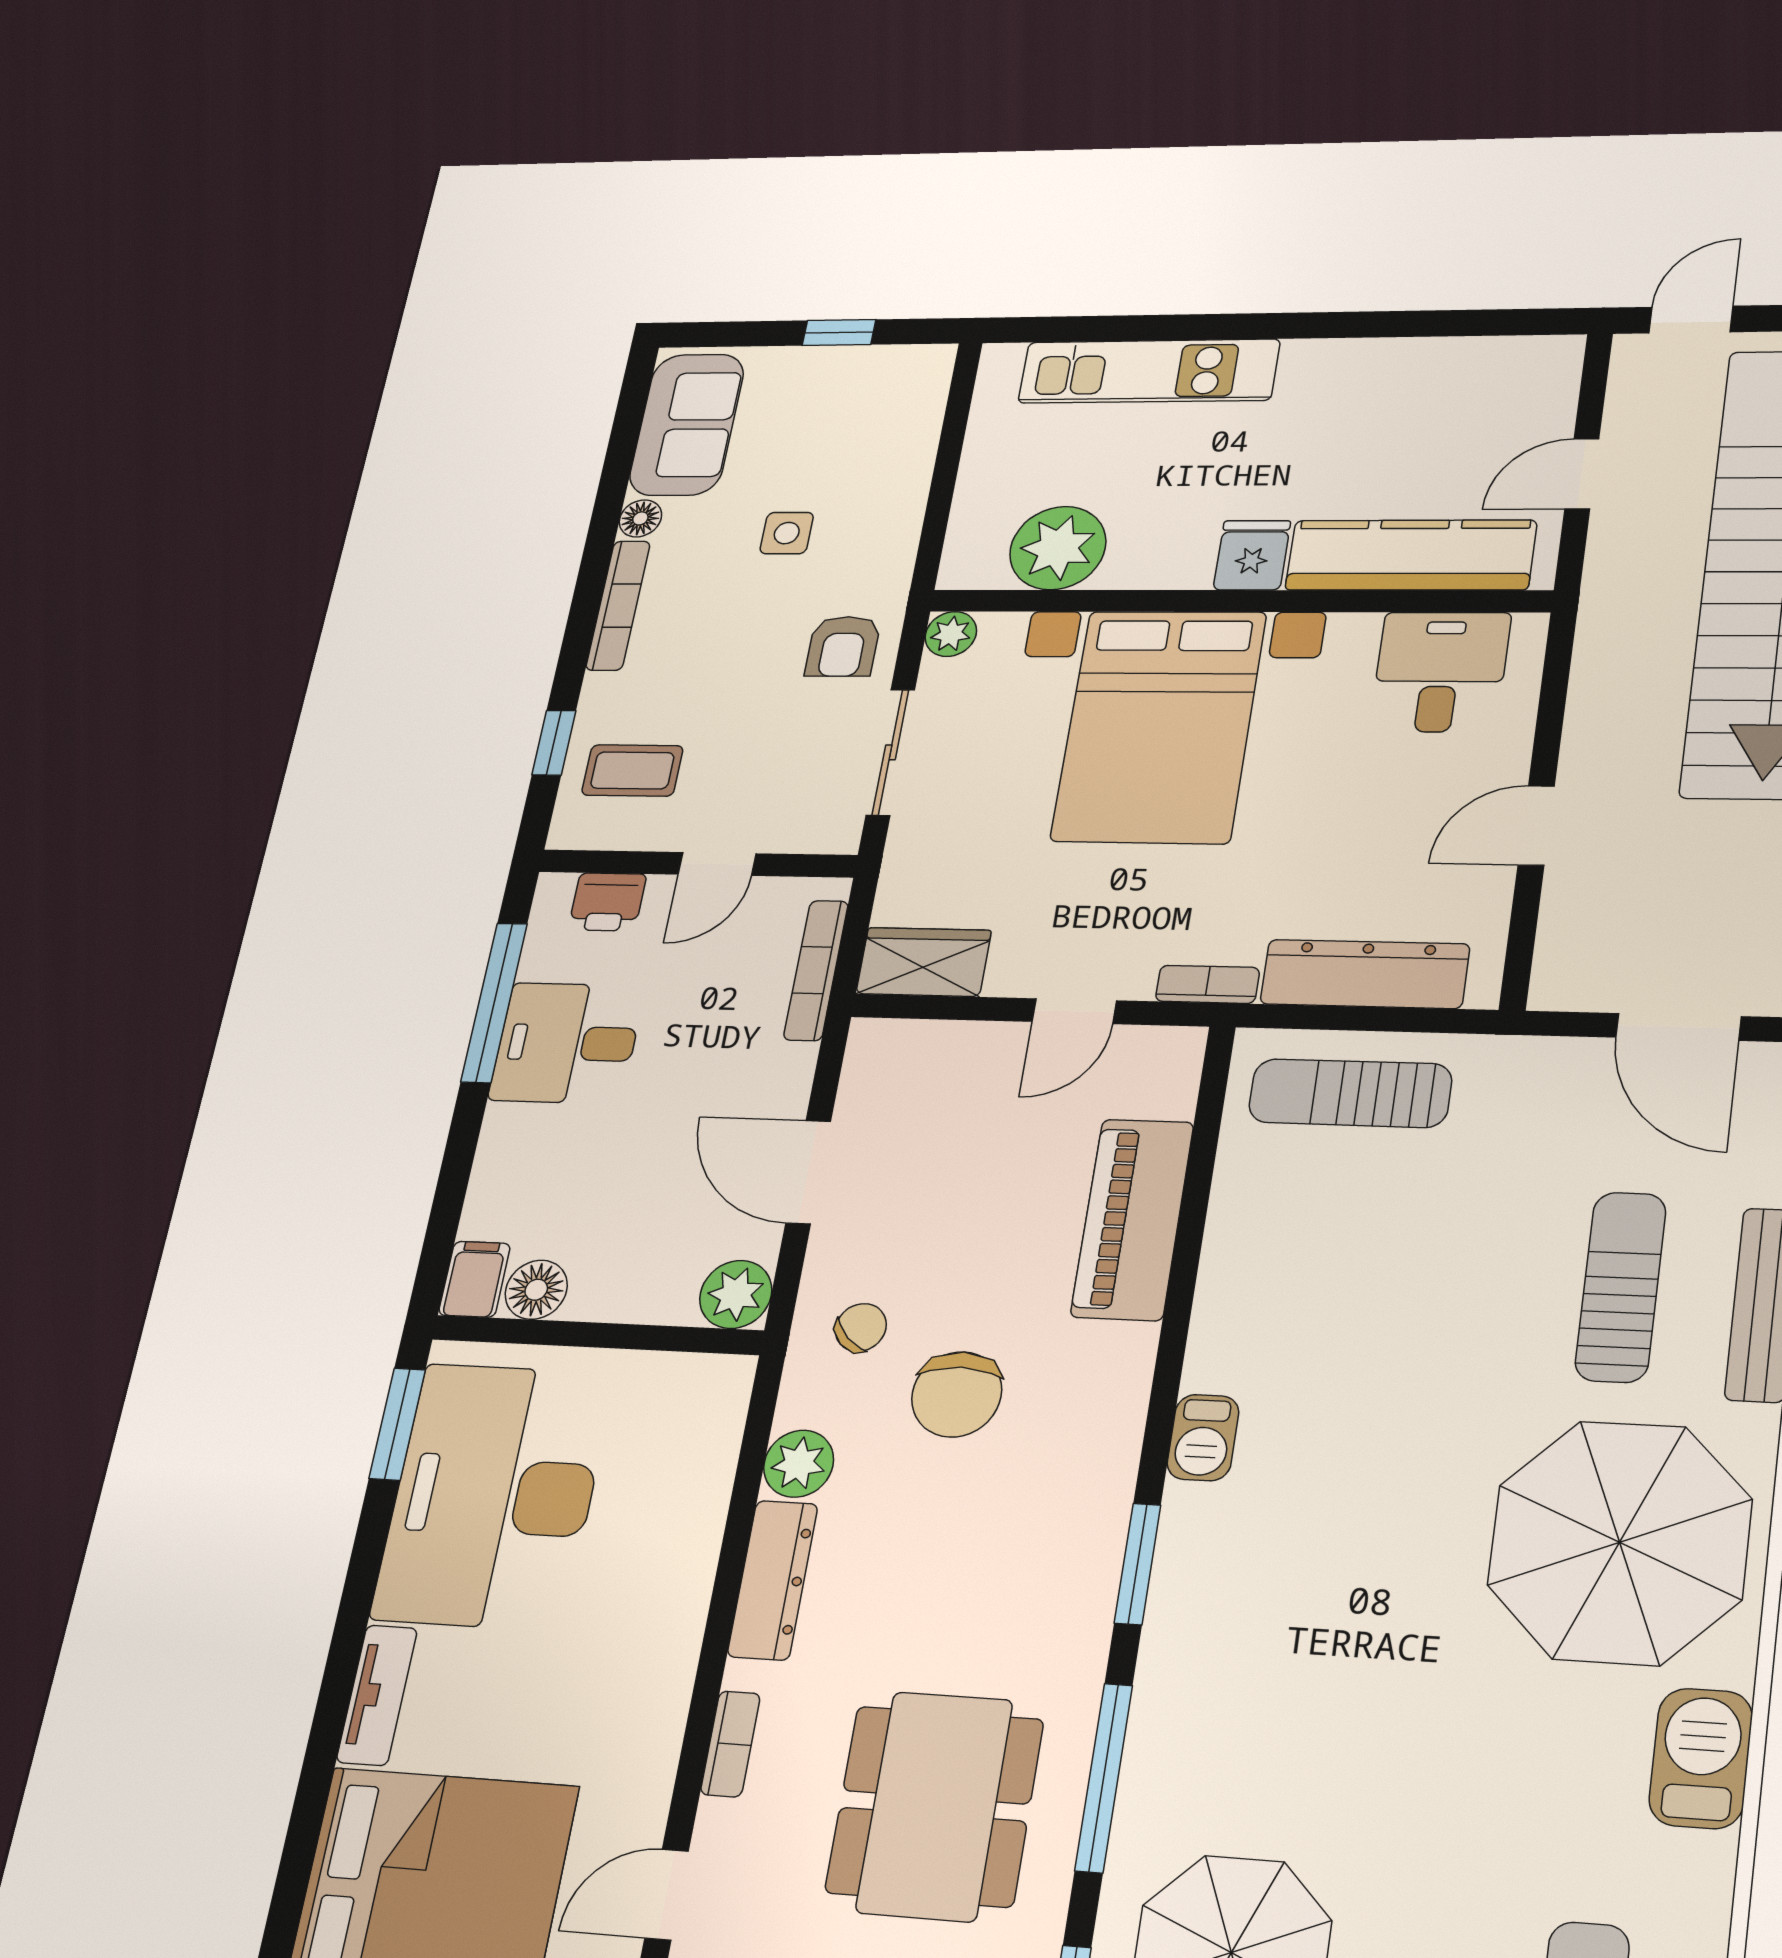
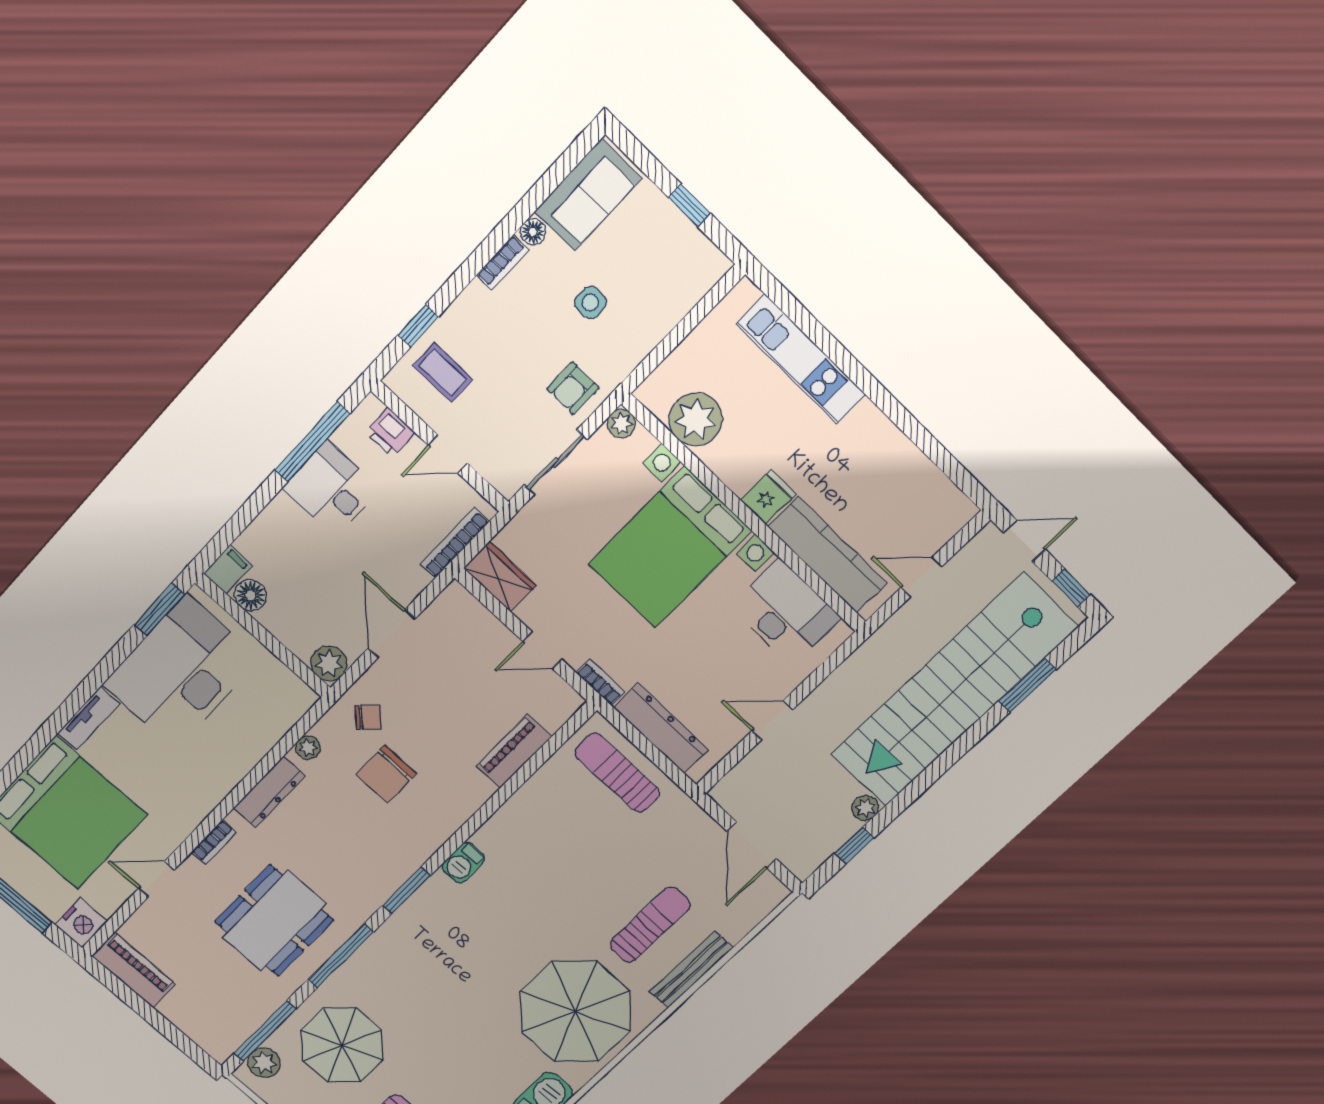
bookcase: (618, 605) -> (503, 263), width x0.64
desk: (1440, 672) -> (785, 612), width x1.37
piano: (1132, 1219) -> (514, 751), width x0.73, depth x0.75
plant: (799, 1464) -> (308, 748), width x0.73, depth x0.73

